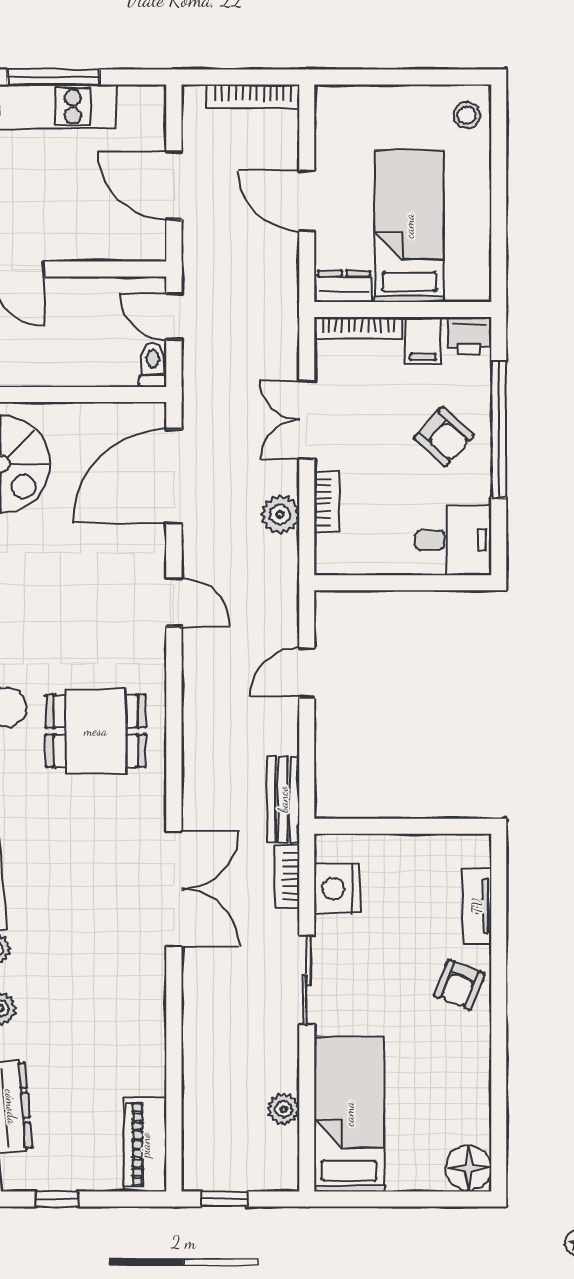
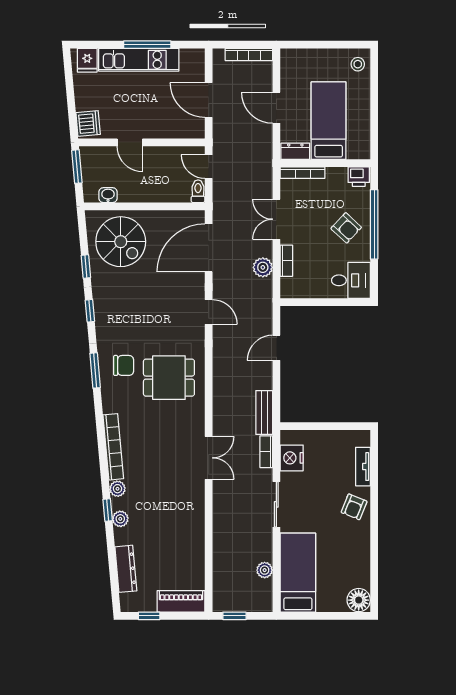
filing cabinet: (423, 340) -> (335, 179), removed
double door: (174, 889) -> (209, 458), width x0.73
piano: (145, 1145) -> (181, 601), moved, turned 90

